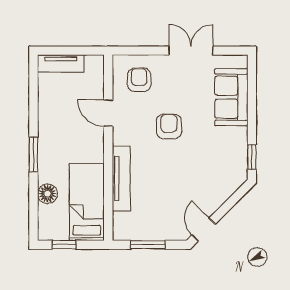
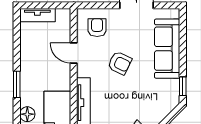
sofa: (231, 97) -> (167, 49), width x1.36
armchair: (169, 126) -> (120, 63), turned 116

